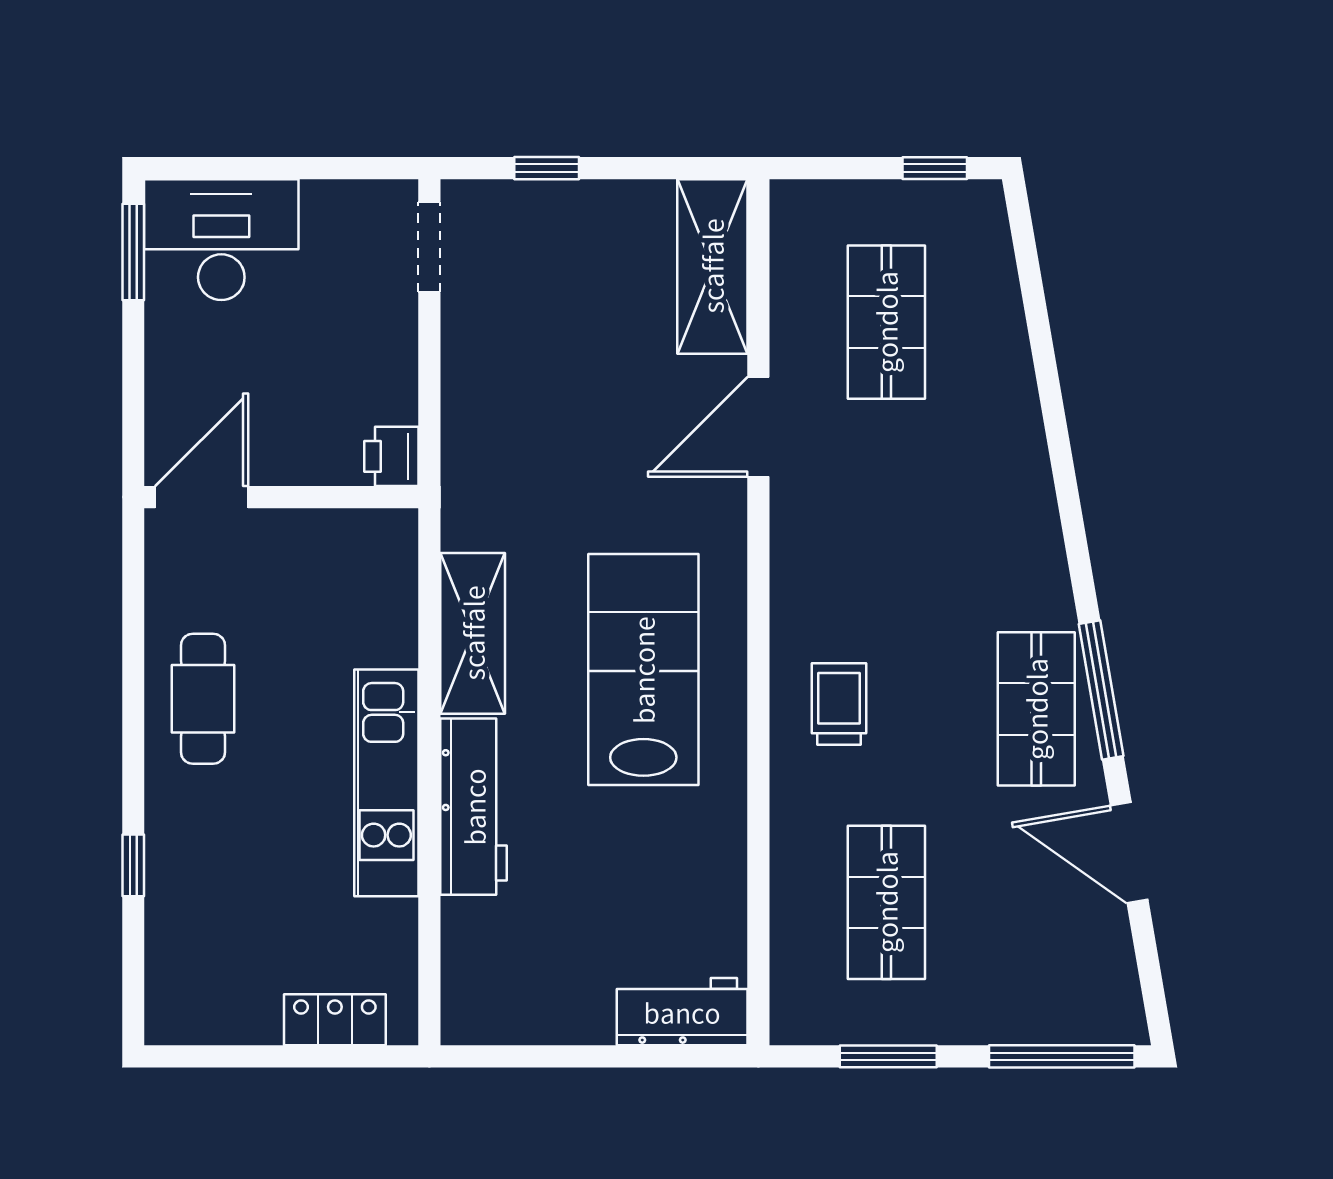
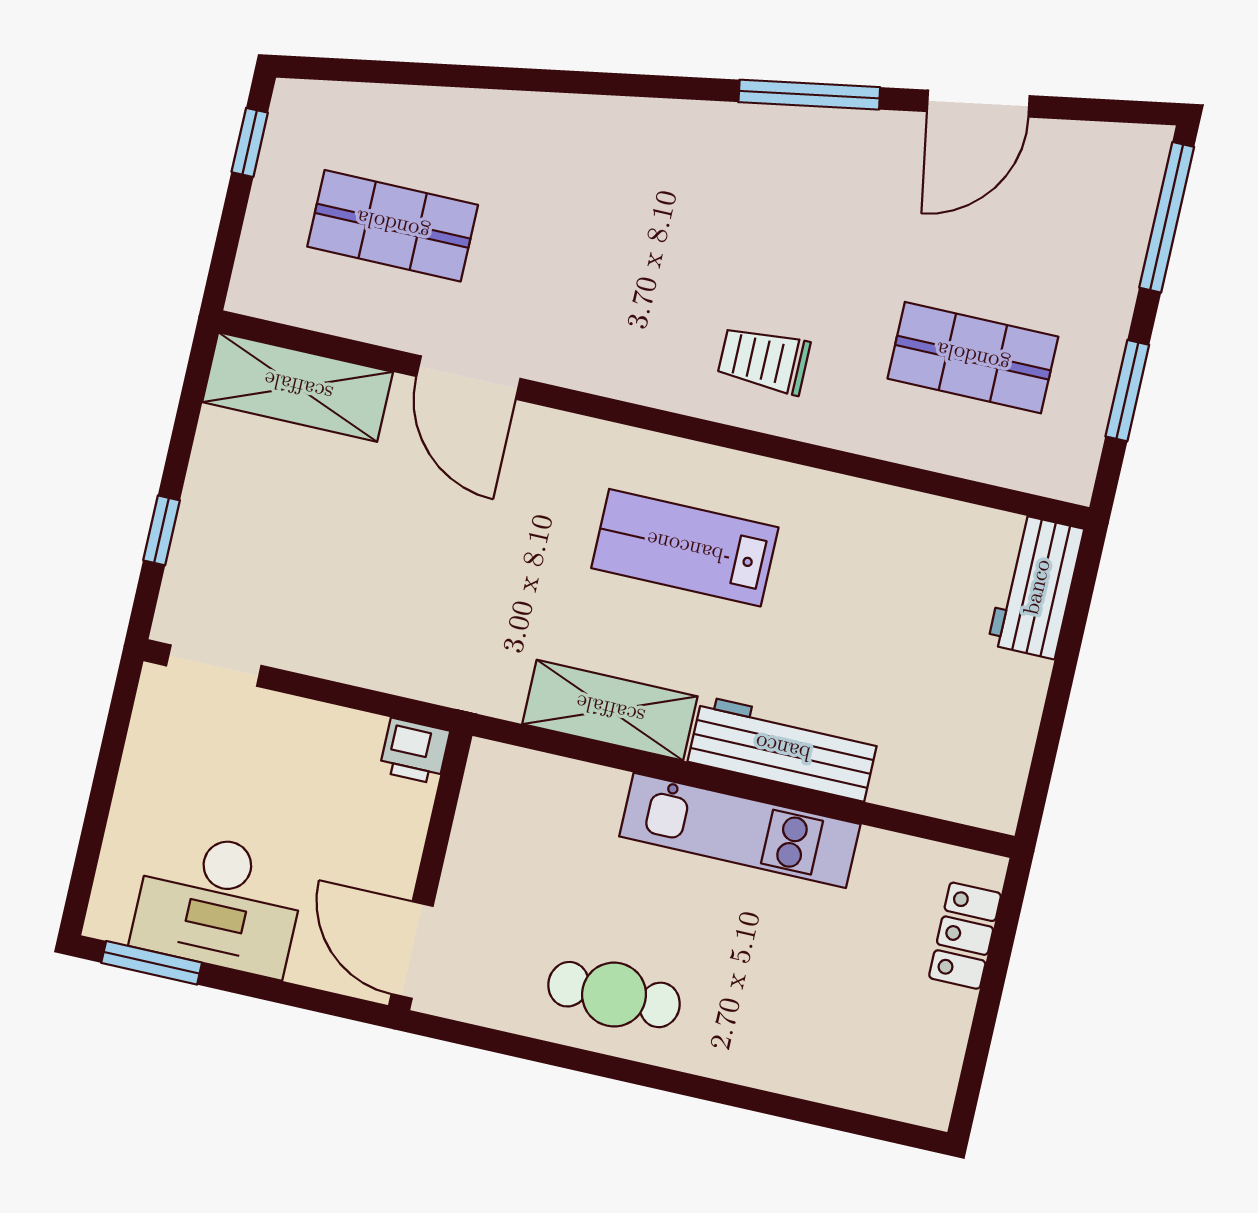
desk: (221, 240) -> (219, 903), moved, turned -90
lab bench: (643, 670) -> (685, 548), width x0.73, depth x0.72
shop shelf: (1036, 709) -> (814, 164), removed
window: (133, 865) -> (765, 1102), removed

